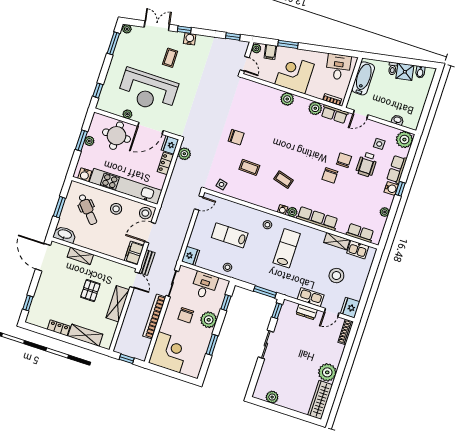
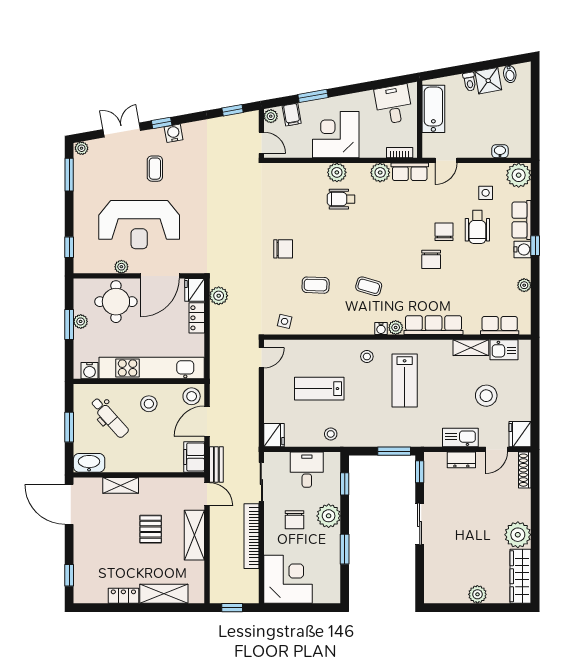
wheelchair: (284, 117) -> (341, 199), added
lab bench: (287, 248) -> (405, 381), turned 180
plant: (272, 397) -> (477, 594), moved

